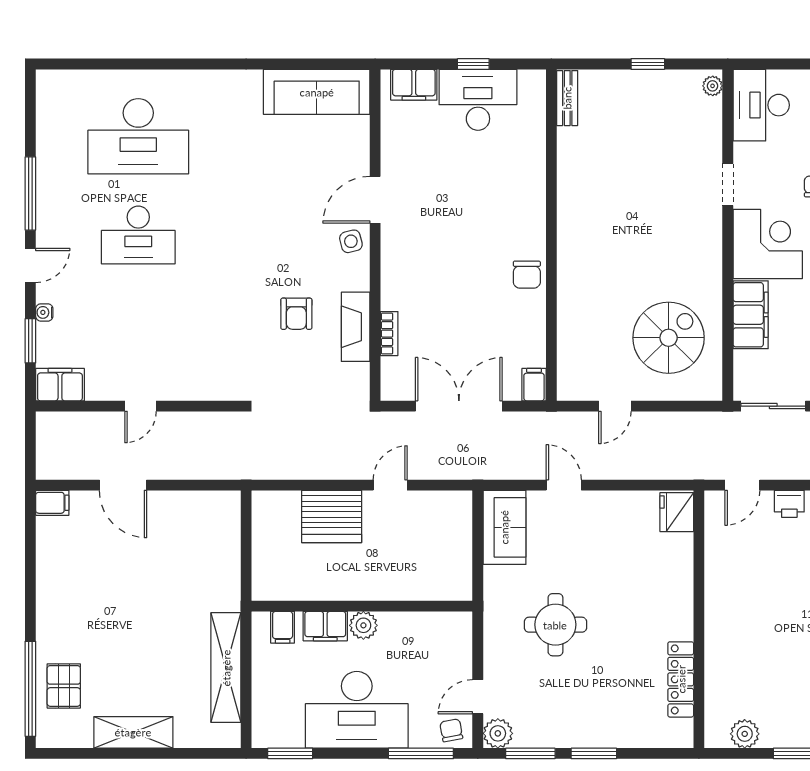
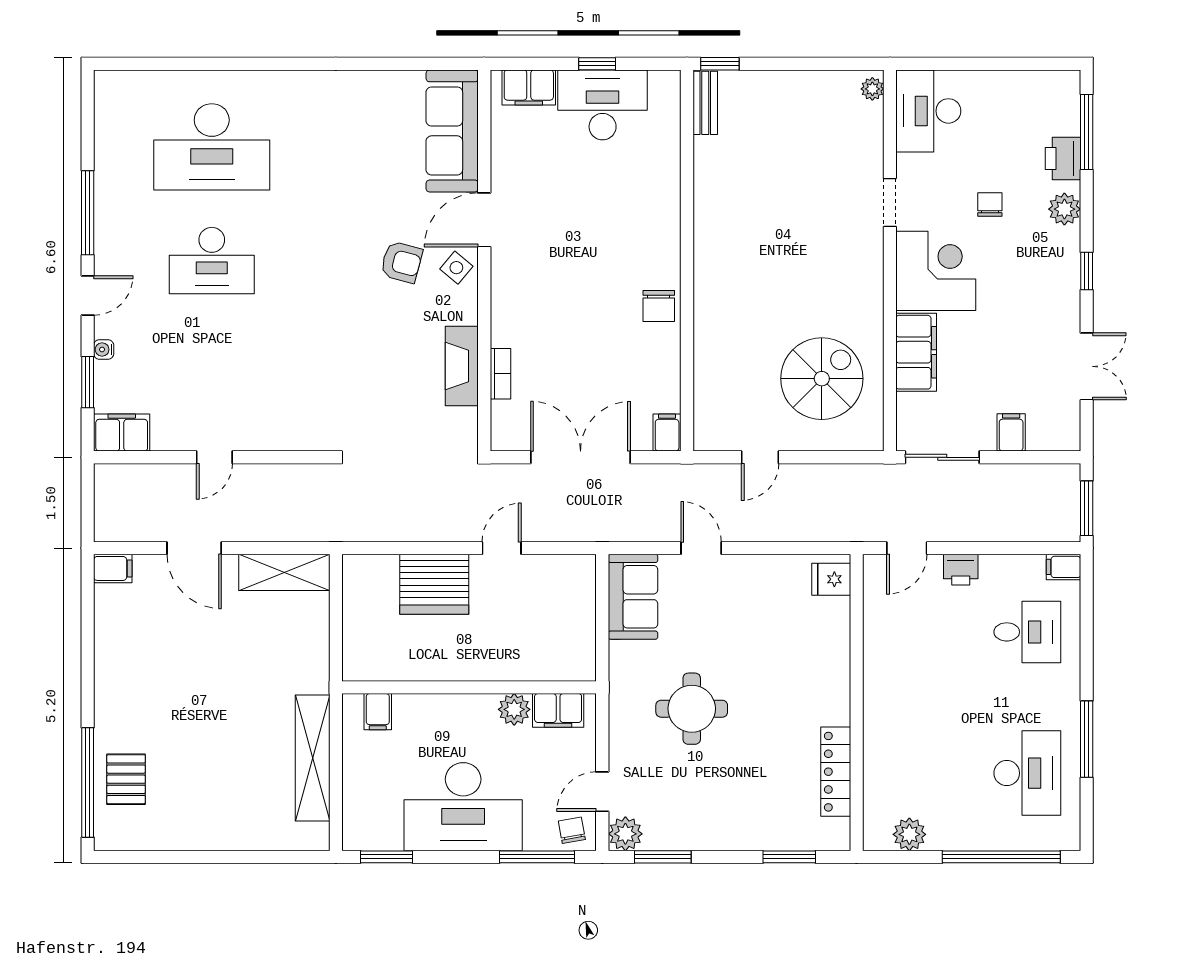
window: (648, 64) -> (720, 64), moved
sofa: (317, 92) -> (452, 131), moved, turned 90
side table: (351, 241) -> (456, 268), turned -36
armchair: (296, 314) -> (401, 262), moved, turned -75
fridge: (677, 512) -> (831, 579), width x0.72
plant: (363, 625) -> (514, 709), moved
filing cabinet: (325, 626) -> (558, 710), moved
shelving: (133, 732) -> (284, 572), moved
window: (594, 753) -> (789, 857), moved

